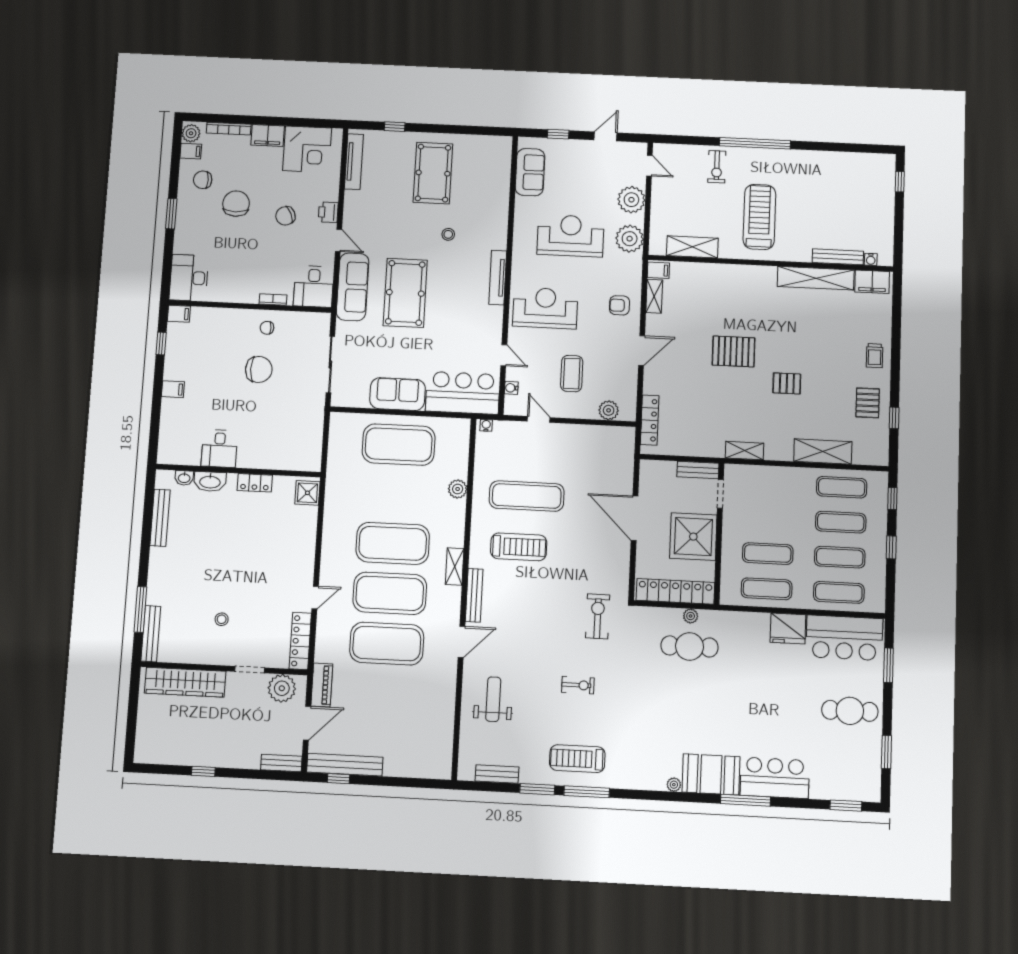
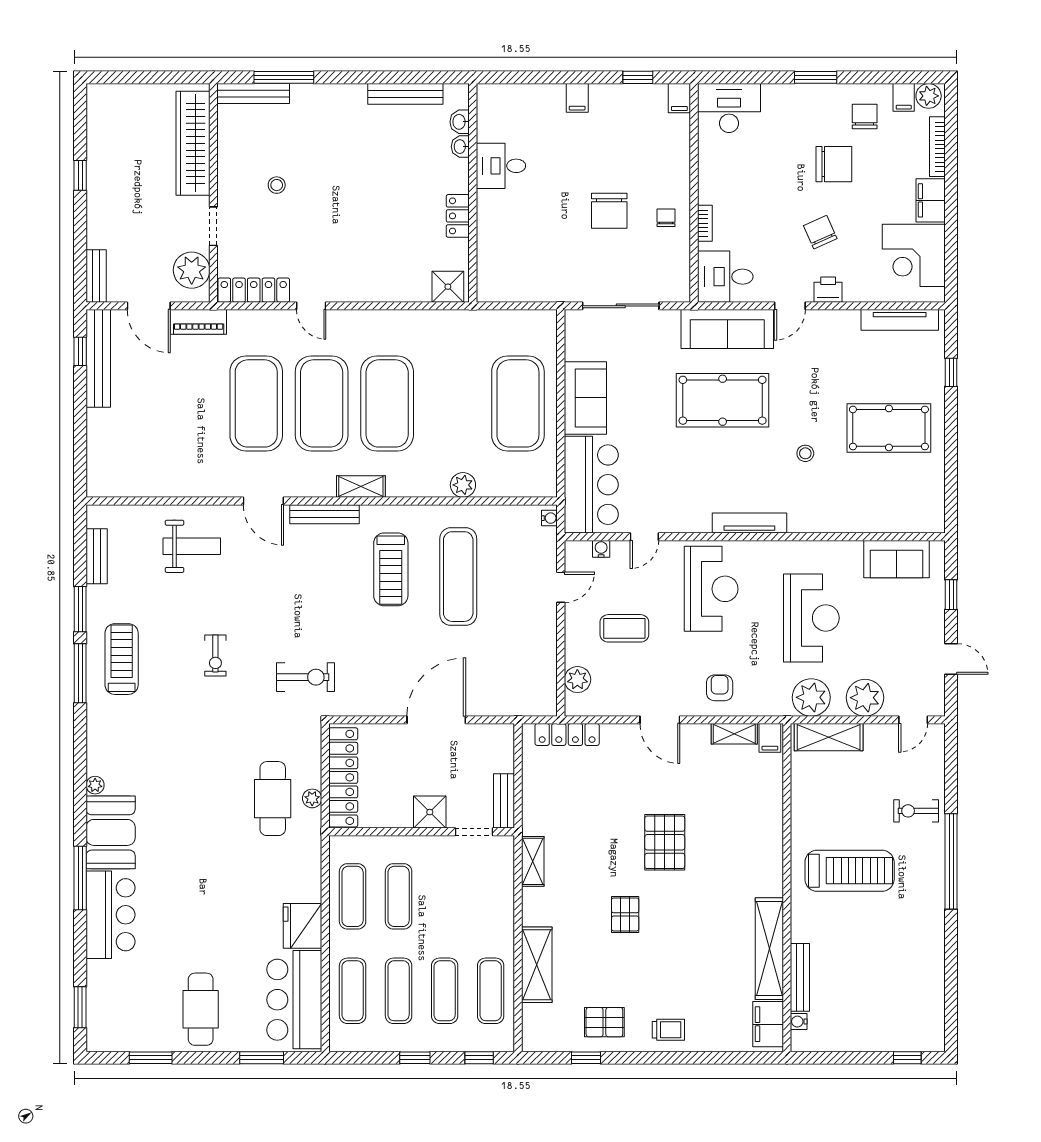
shelving: (692, 247) -> (829, 737), moved, turned 90
trolley: (875, 356) -> (668, 1030), turned 180
washbasin: (210, 482) -> (460, 147), width x0.52, depth x0.69
shower: (693, 537) -> (430, 812), width x0.54, depth x0.54

